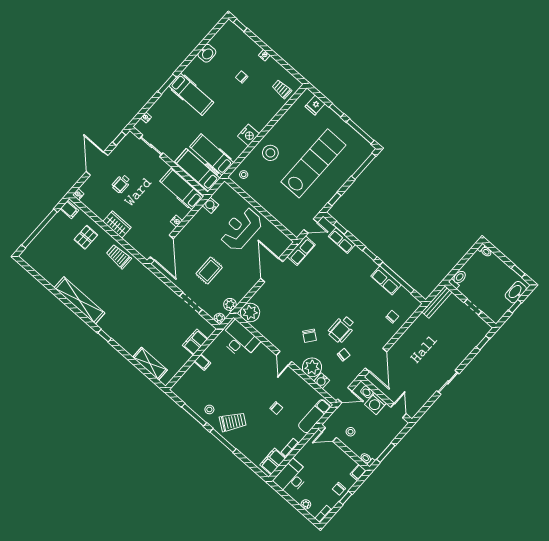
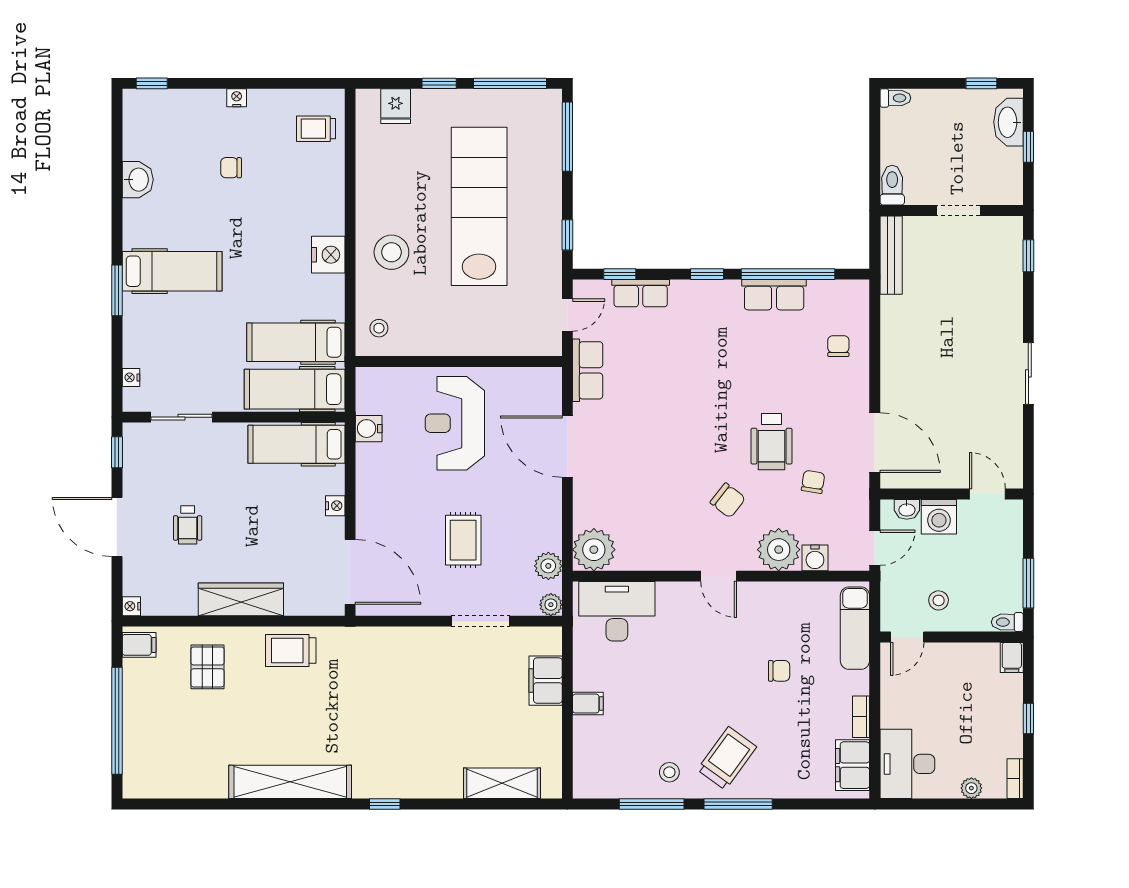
wardrobe: (117, 225) -> (241, 599), width x1.50
chair: (339, 489) -> (1004, 713), removed

